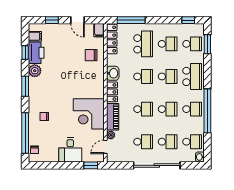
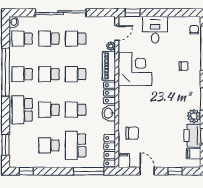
school desk: (192, 44) -> (22, 145), removed

